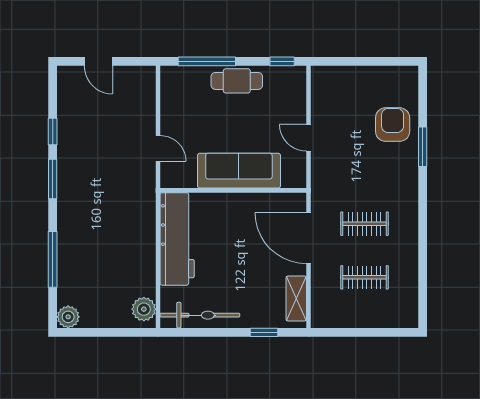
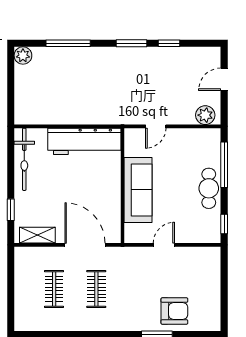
door: (309, 238) -> (85, 245), hinge flipped
plant: (144, 309) -> (205, 115), moved

